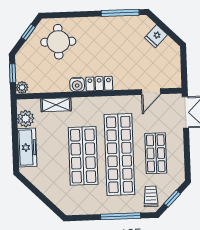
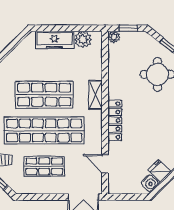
water cooler: (77, 84) -> (150, 183), moved, turned -135
locker: (99, 84) -> (115, 120), width x1.53
shelving: (56, 105) -> (96, 95), moved

